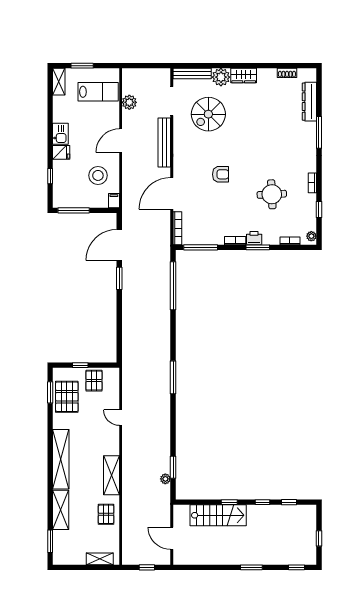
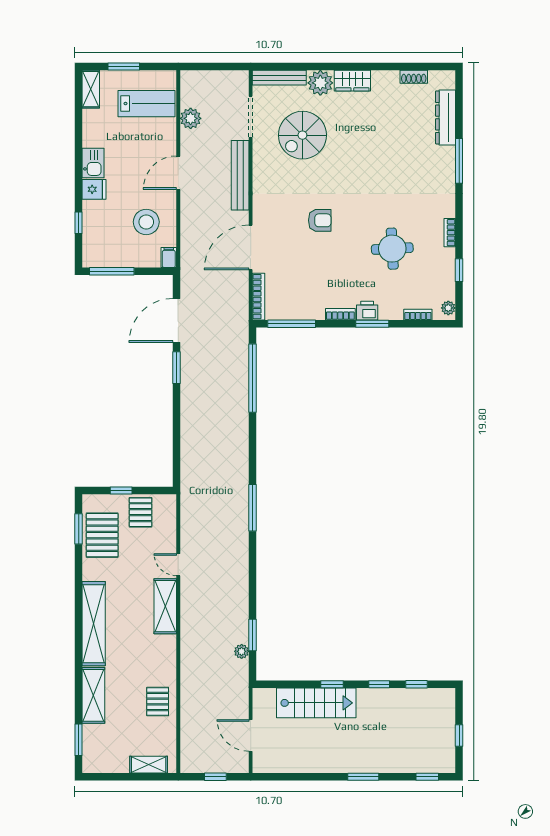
shelving: (111, 475) -> (165, 606), moved

